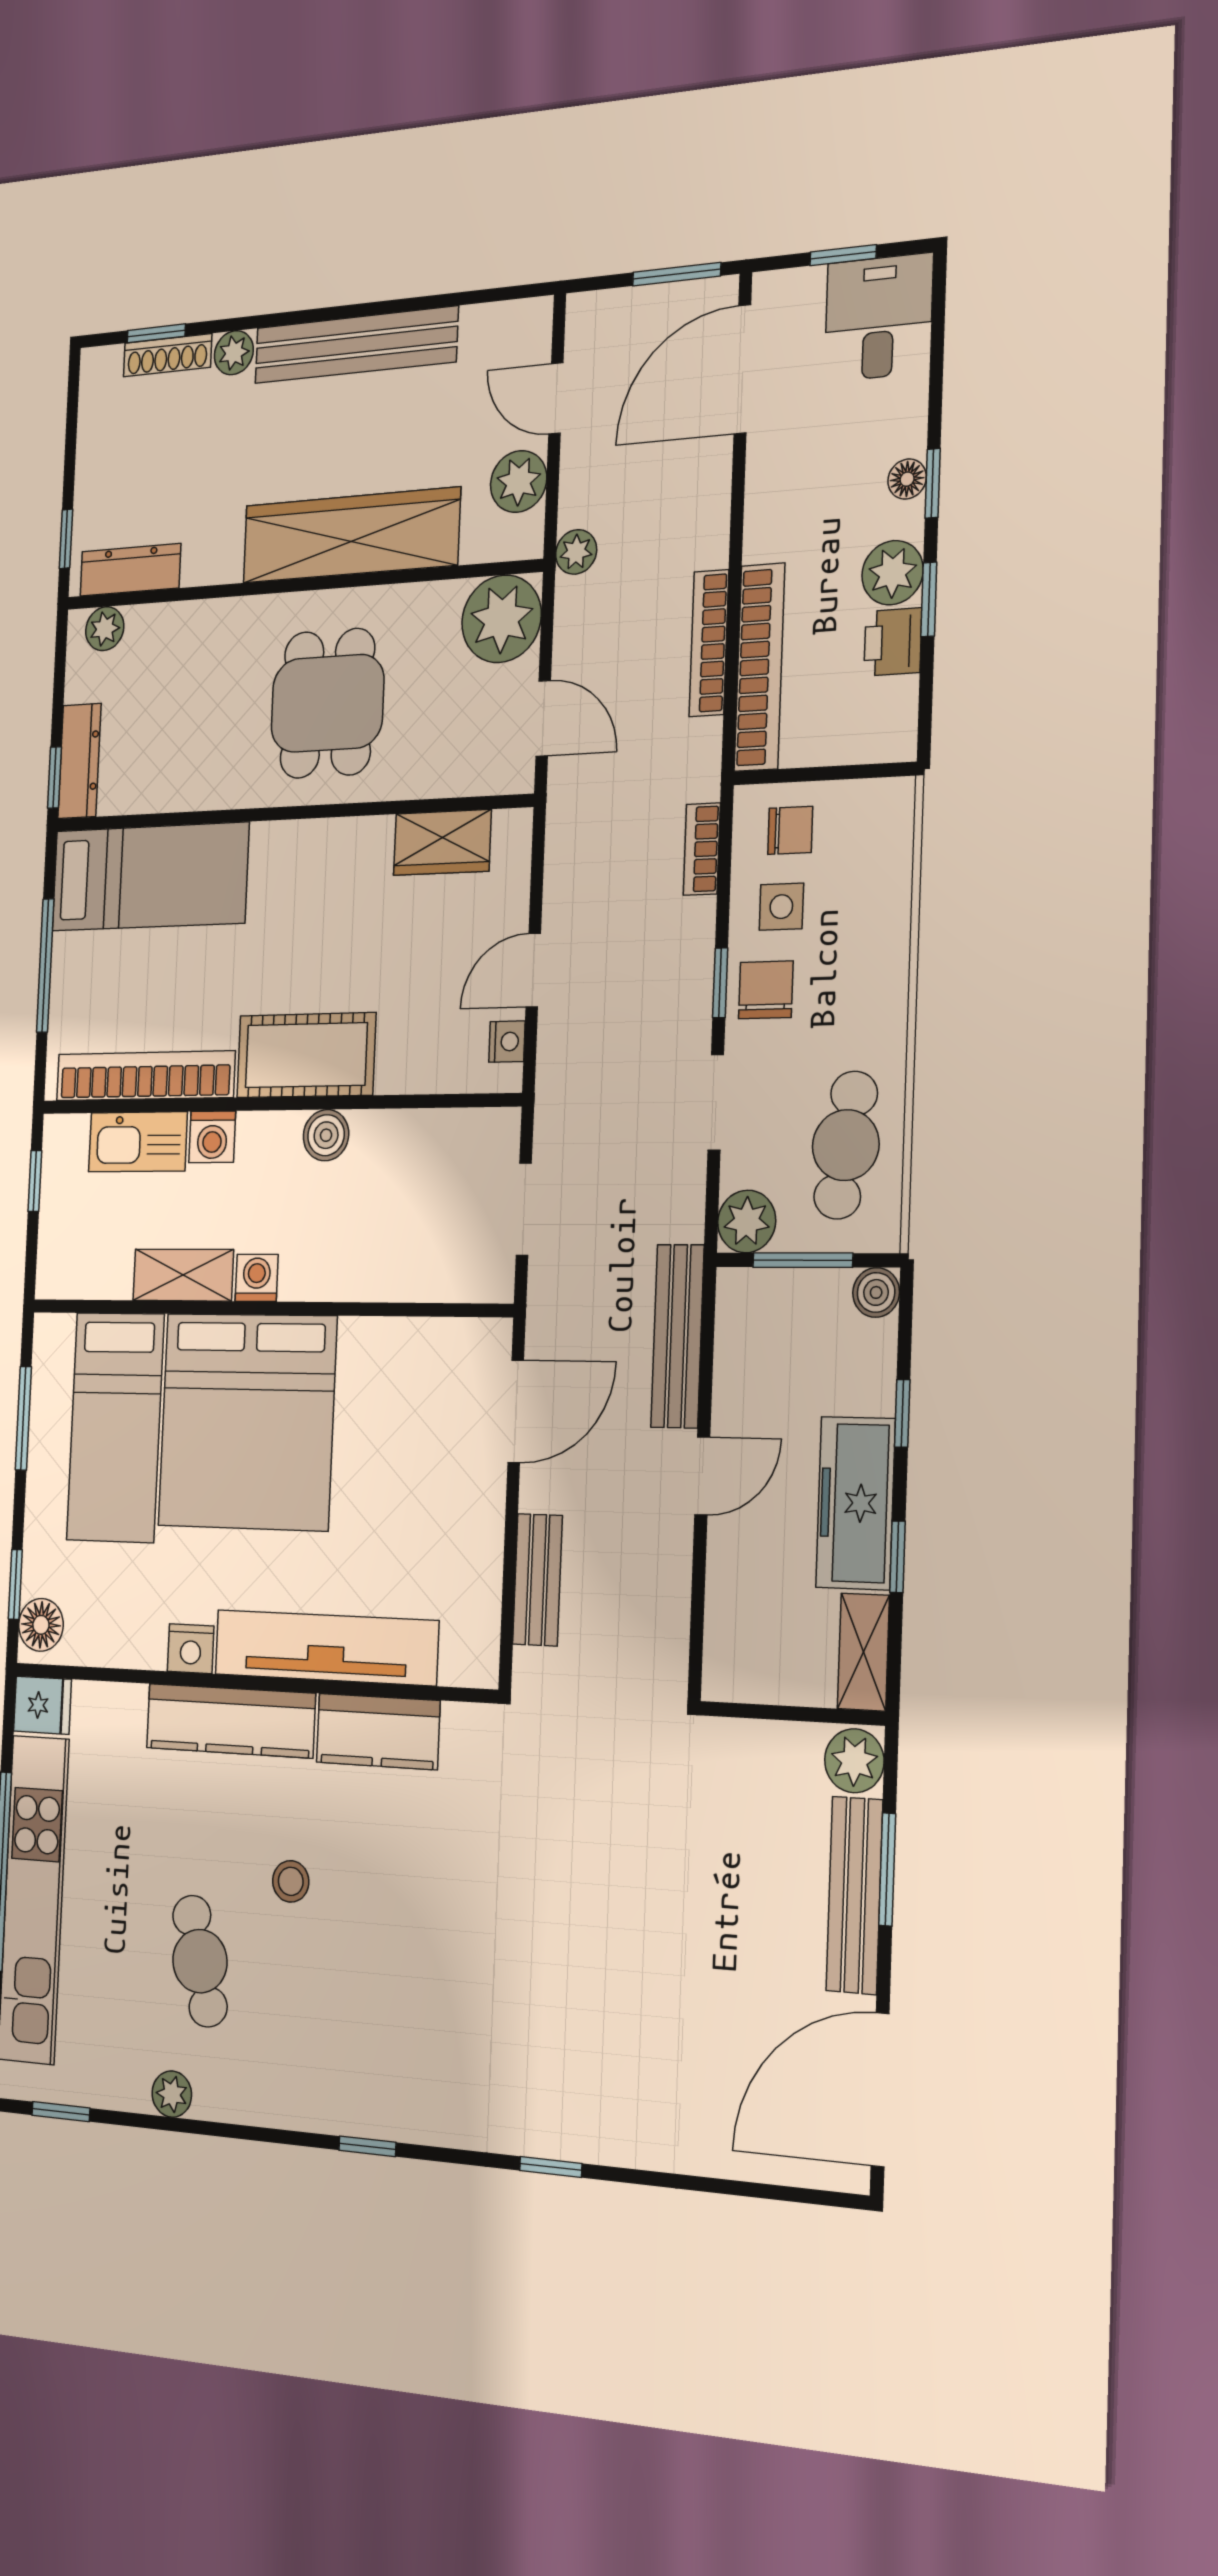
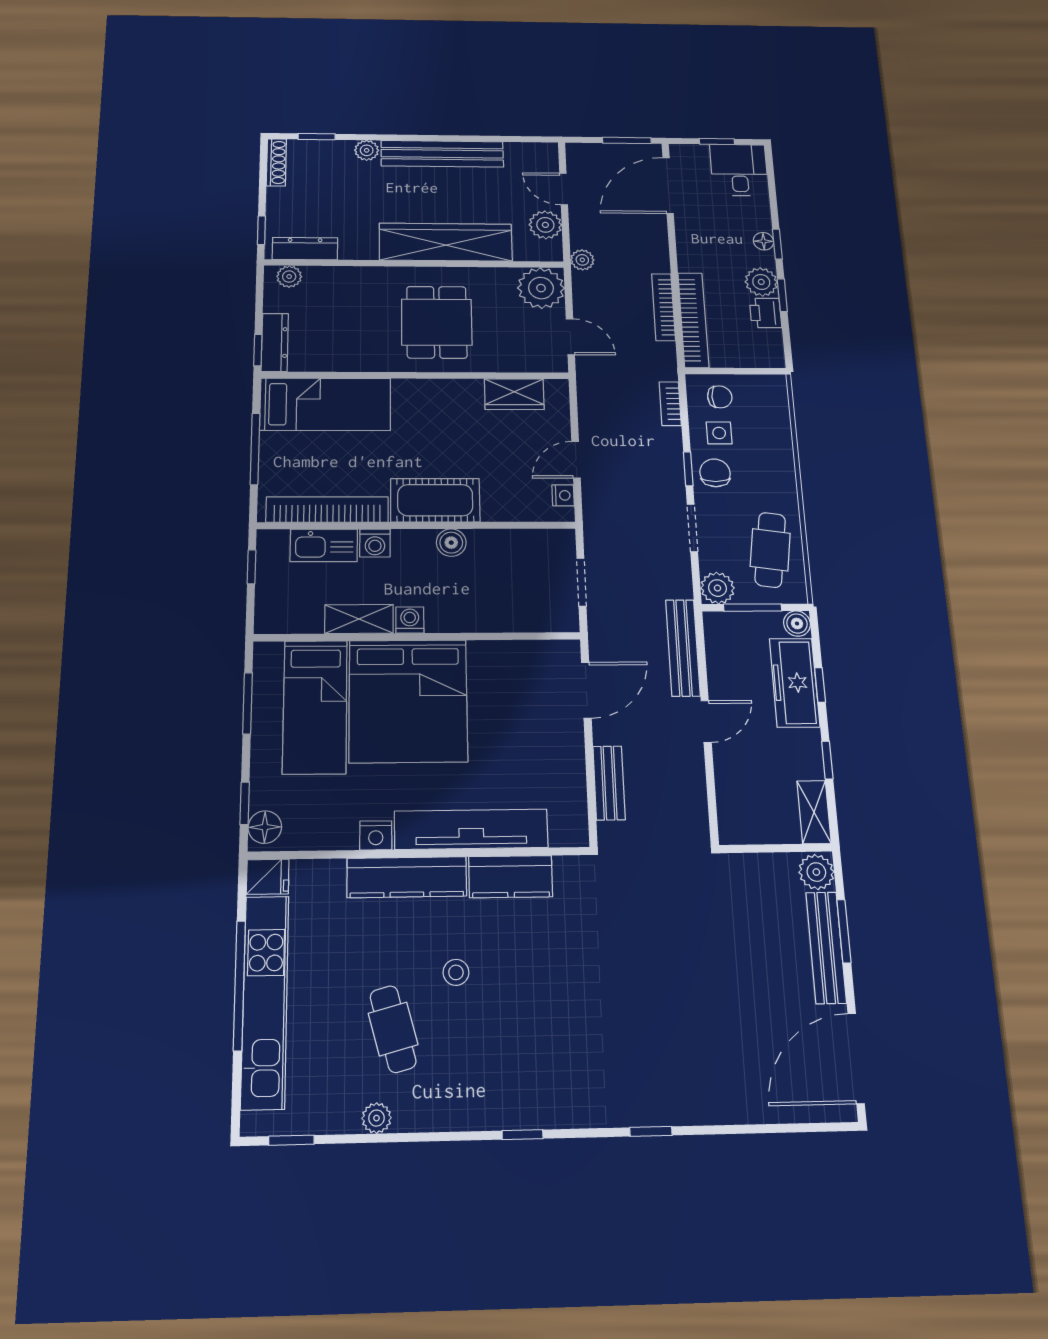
shoe rack: (168, 355) -> (276, 162), moved, turned -90
freezer: (855, 1503) -> (795, 683), moved

